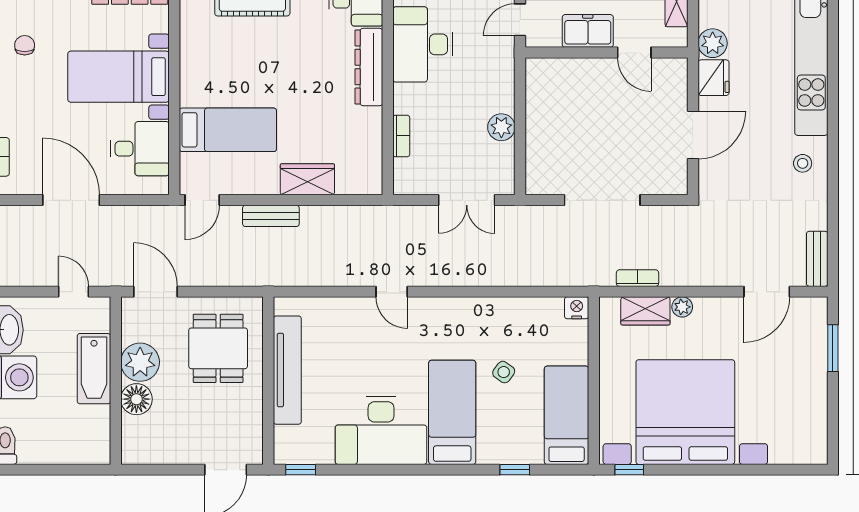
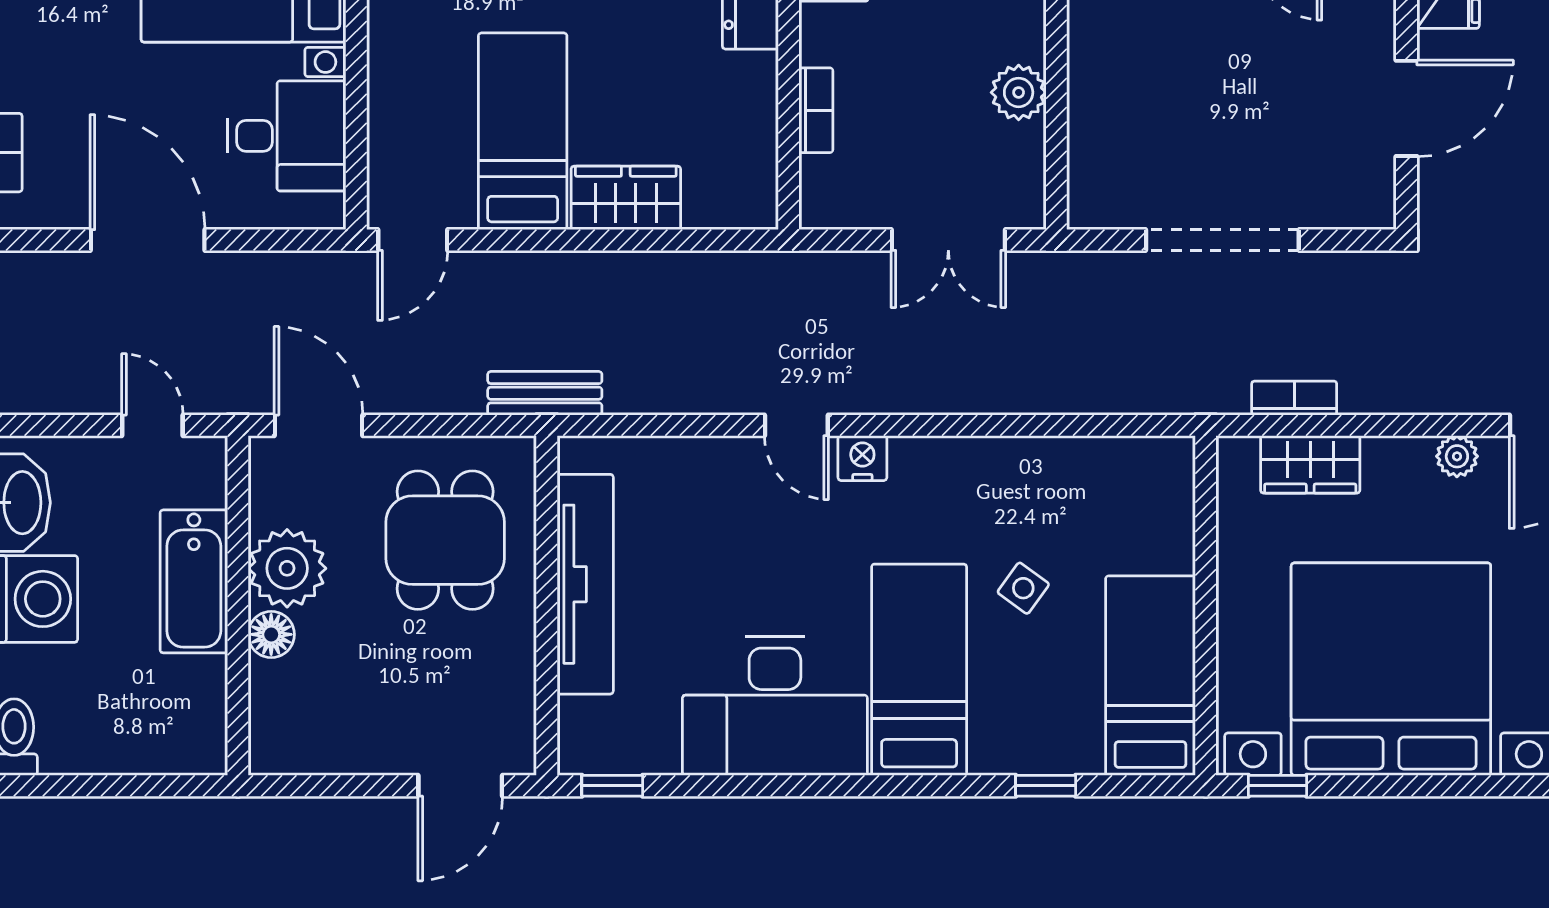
bed: (228, 130) -> (523, 131), moved, turned -90
bench: (271, 216) -> (545, 393), moved
plant: (682, 307) -> (1457, 456), moved
nightstand: (577, 308) -> (862, 458), moved
floor lamp: (136, 399) -> (271, 634), width x0.73, depth x0.73

